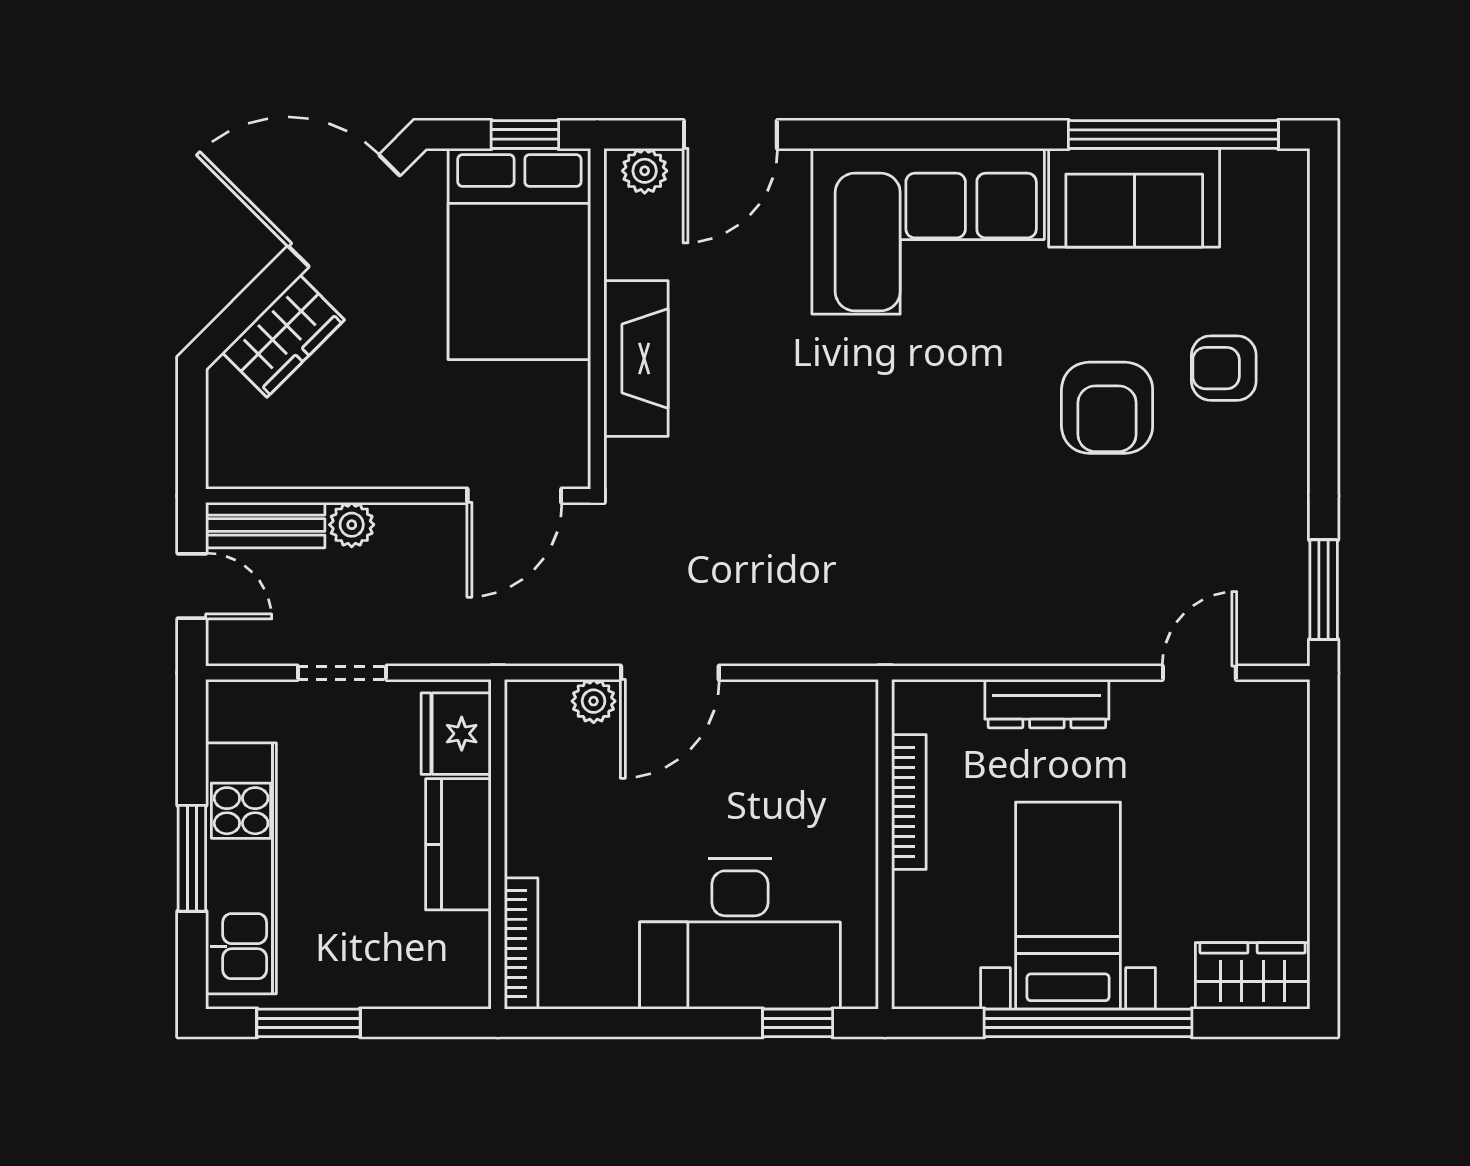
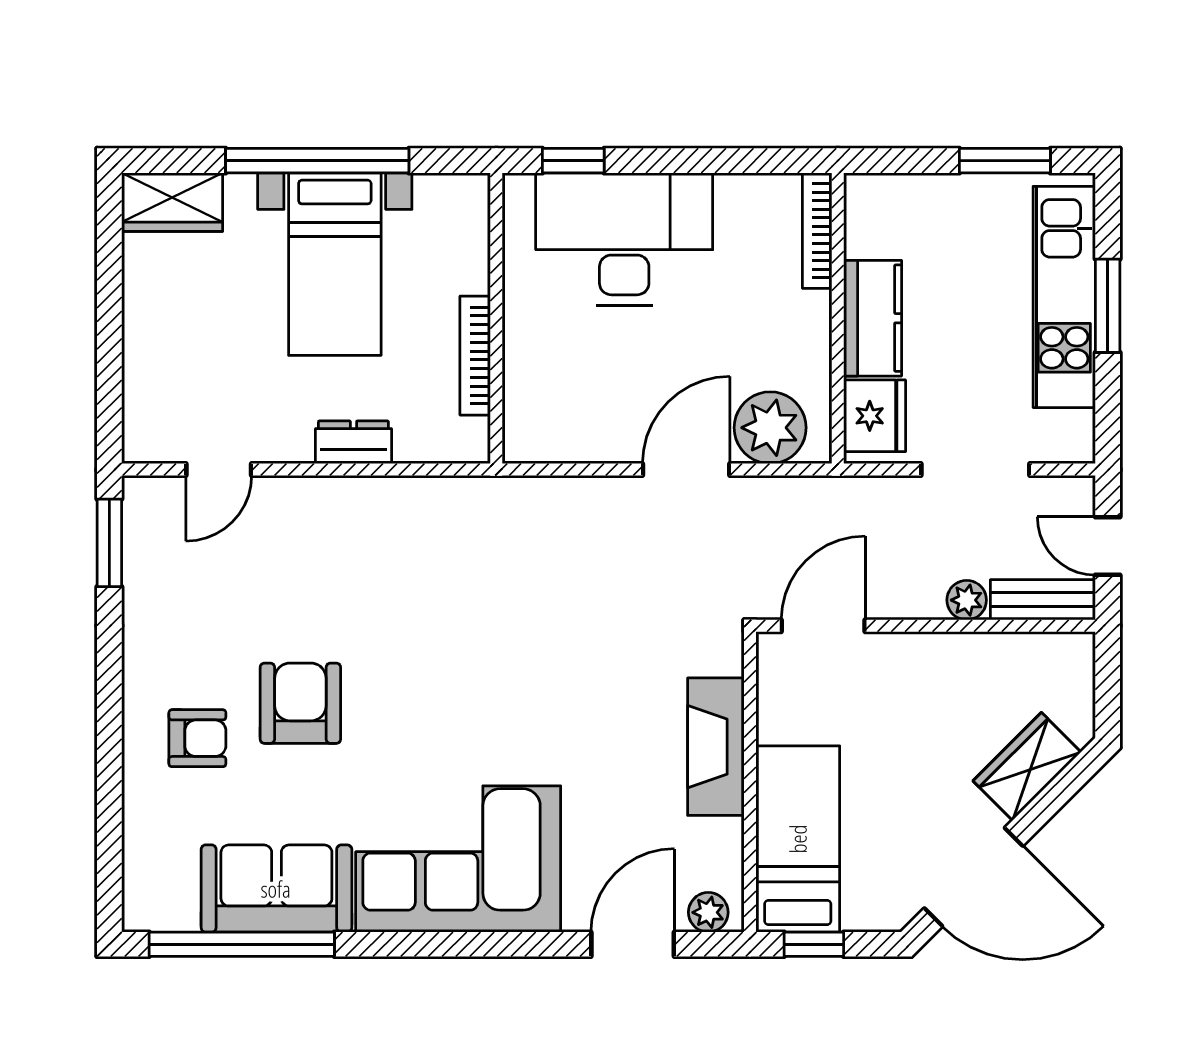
bed: (519, 254) -> (798, 839), width x0.67
doorway: (342, 673) -> (975, 470), width x1.38
plant: (594, 701) -> (770, 428), width x1.87, depth x1.87
dresser: (1047, 704) -> (353, 442), width x0.70

